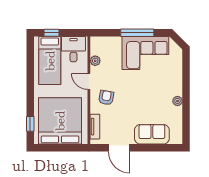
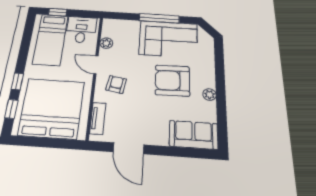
armchair: (149, 91) -> (172, 81), added
window: (30, 101) -> (17, 81), added
sofa: (152, 134) -> (194, 135), moved

